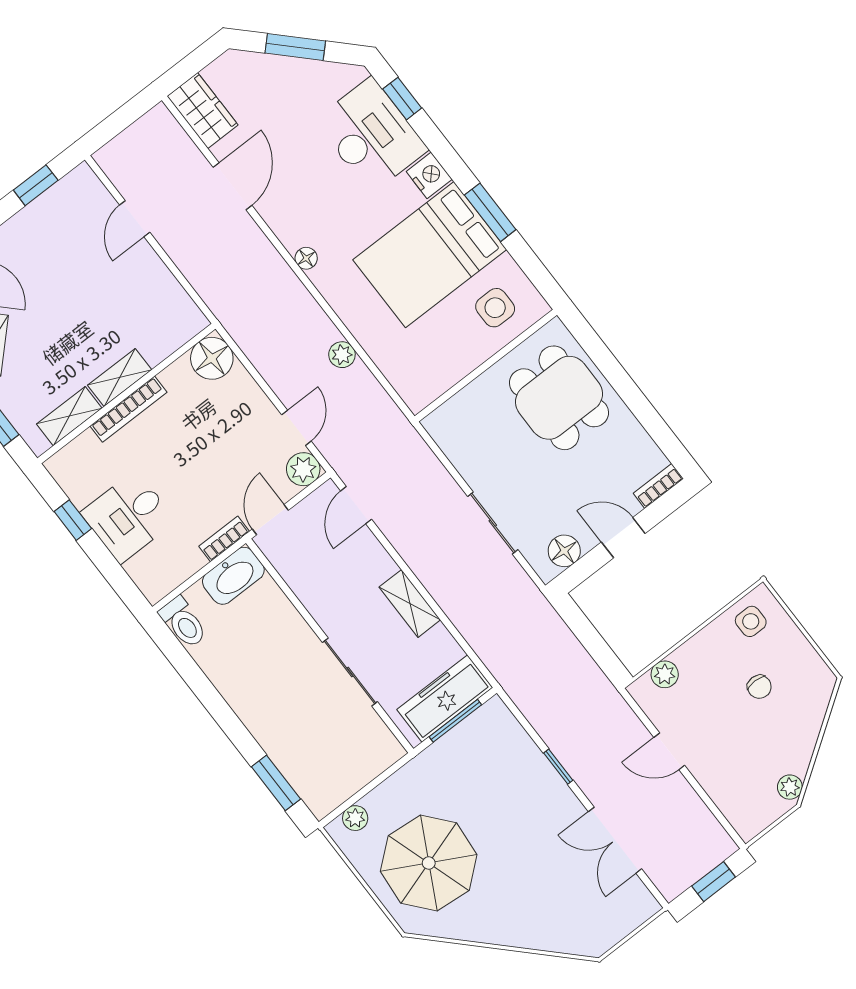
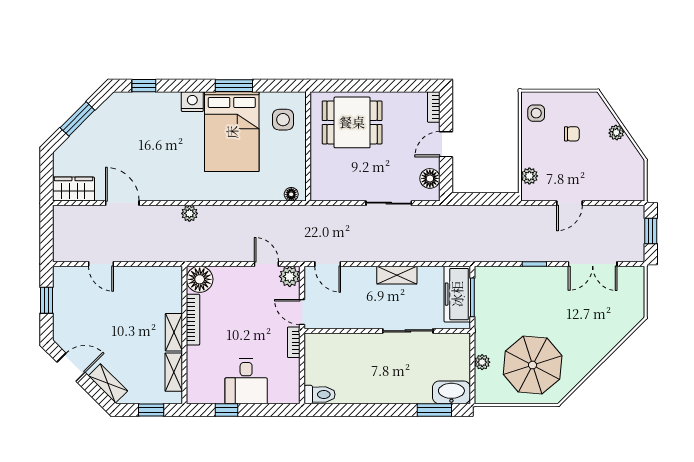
desk: (371, 135) -> (150, 115), removed
floor lamp: (306, 258) -> (291, 194), moved
plant: (342, 355) -> (189, 213), moved
bookcase: (129, 409) -> (193, 320), moved
washbasin: (233, 576) -> (451, 392), moved, turned -90
plant: (790, 787) -> (616, 132), moved
plant: (355, 818) -> (482, 362), moved

